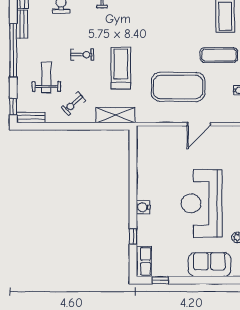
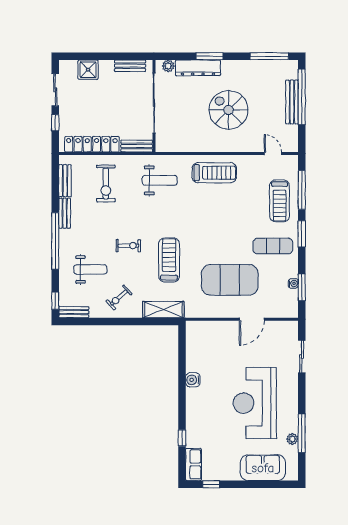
weight bench: (46, 77) -> (90, 269), turned 90
water cooler: (143, 207) -> (193, 380), moved

